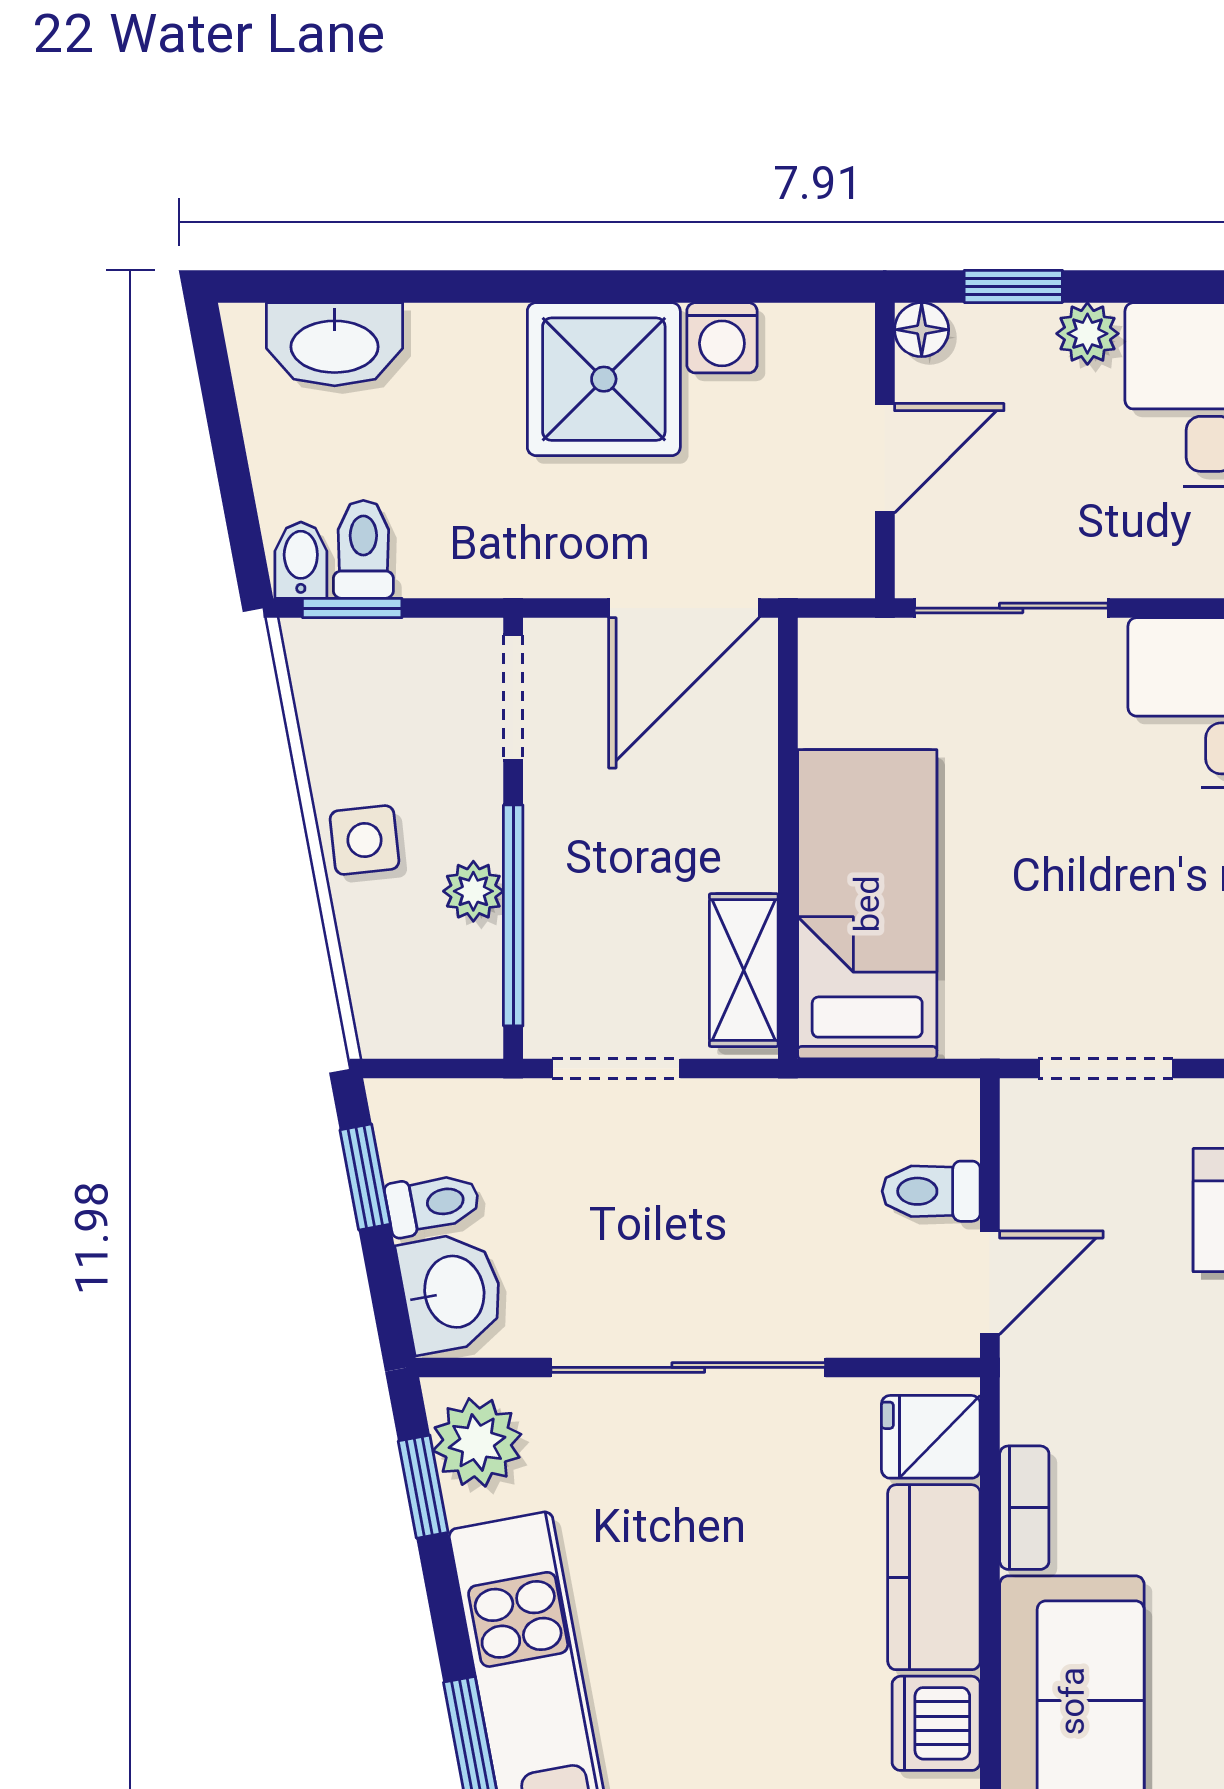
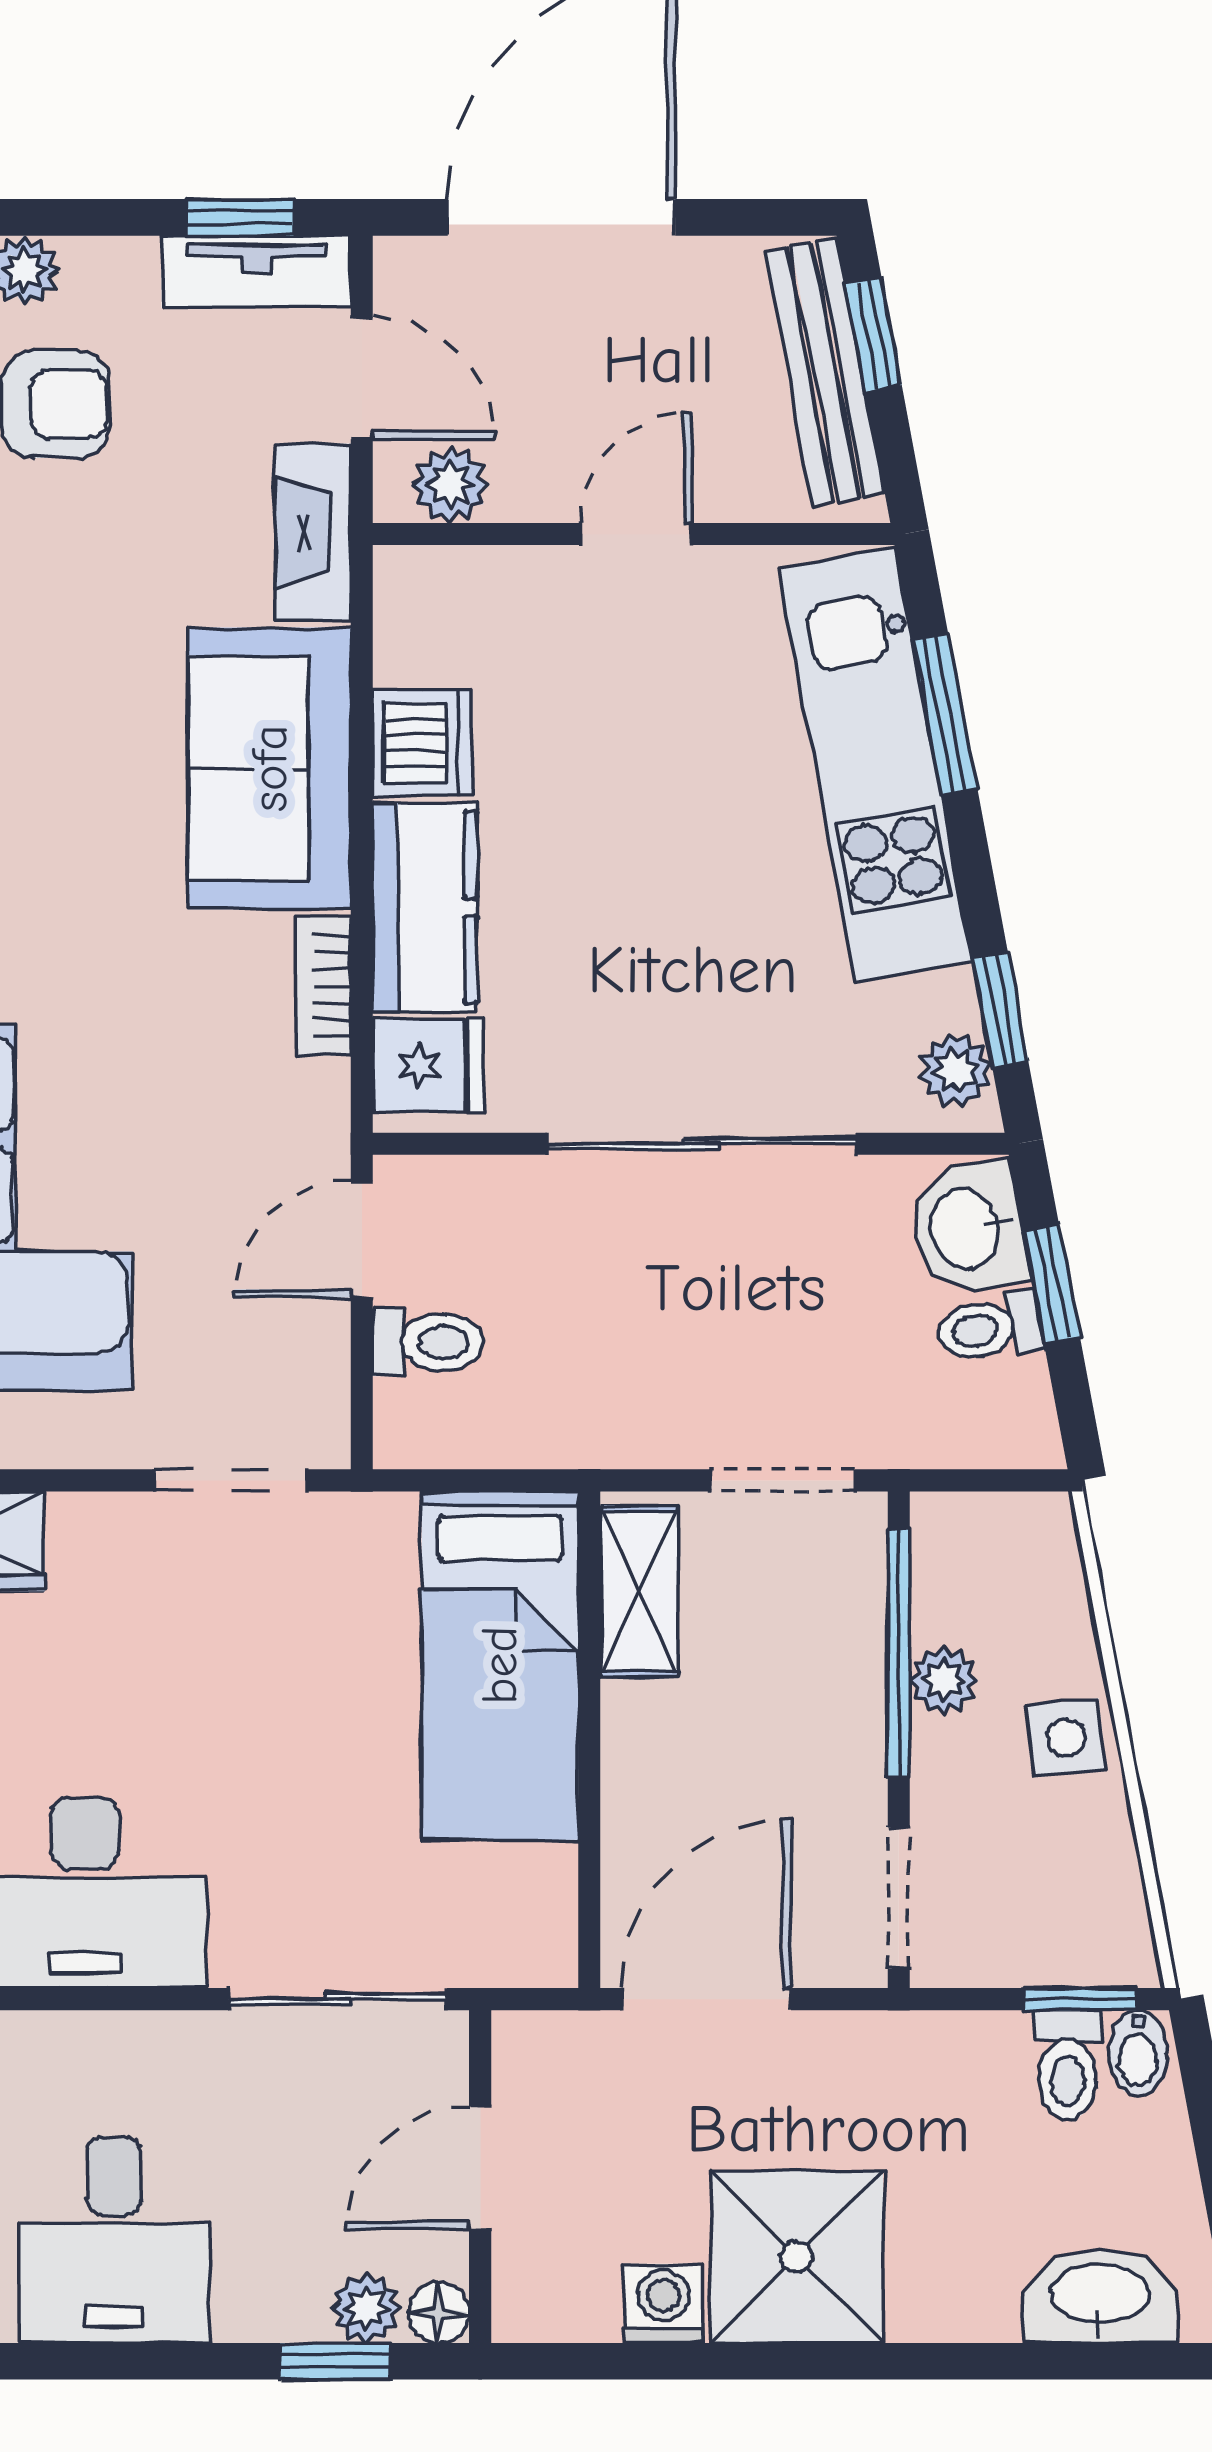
plant: (1087, 334) -> (366, 2308), moved
window: (365, 1177) -> (1051, 1284), moved
plant: (477, 1442) -> (956, 1070), width x0.73, depth x0.73

